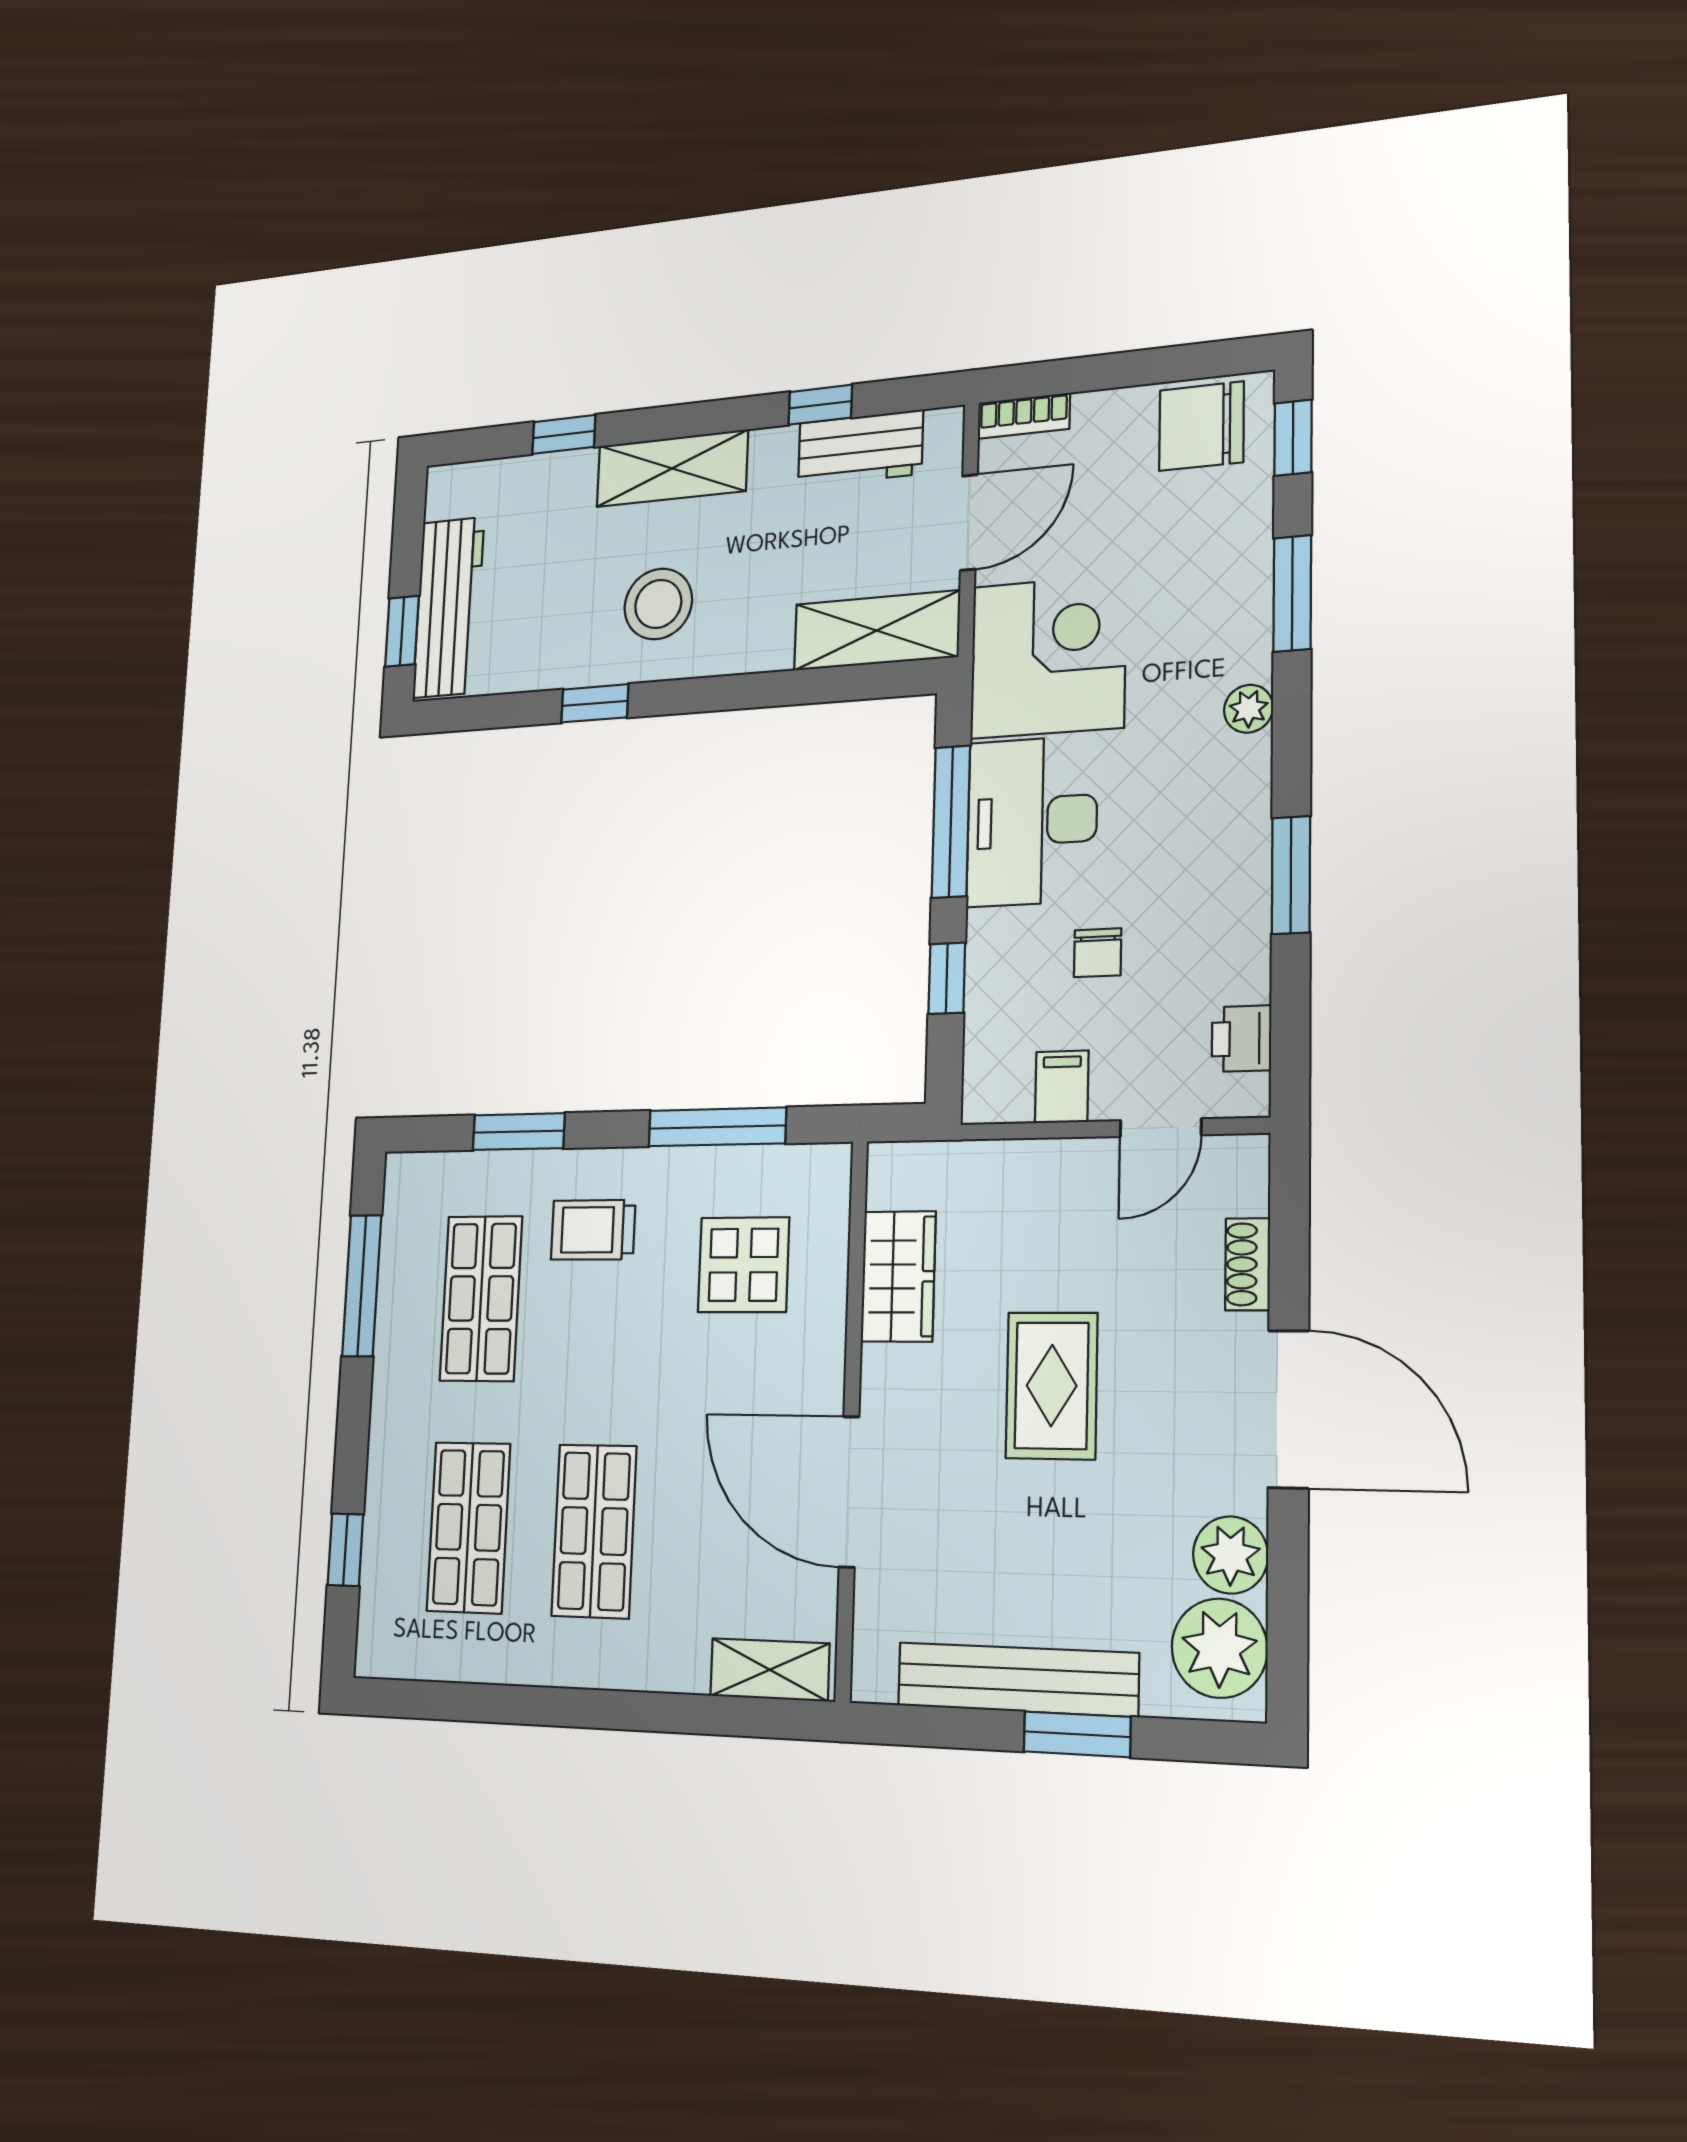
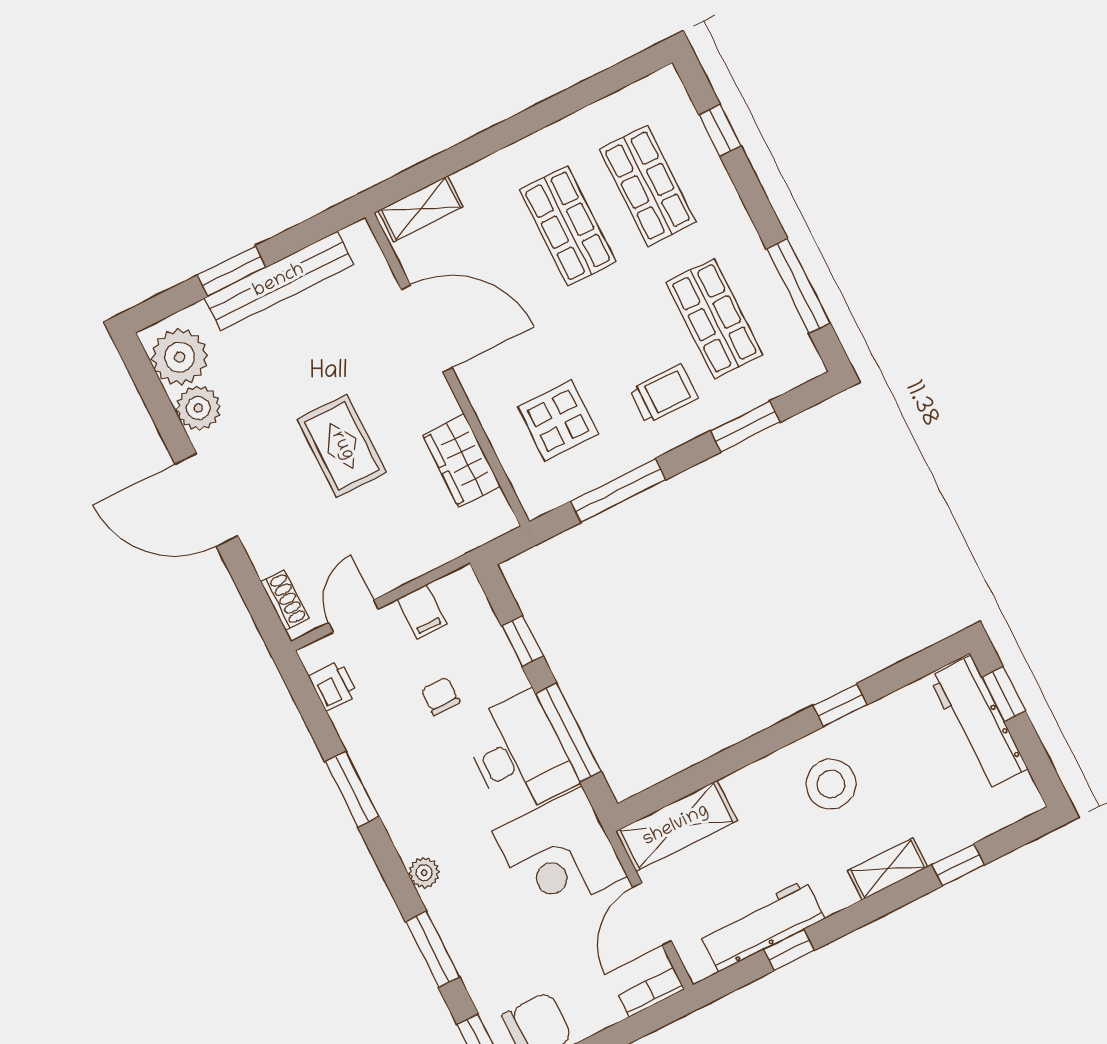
workbench: (860, 448) -> (762, 925), width x1.38
shelving: (672, 468) -> (888, 869), width x0.67, depth x0.75
shoe rack: (1248, 1264) -> (285, 600), moved

